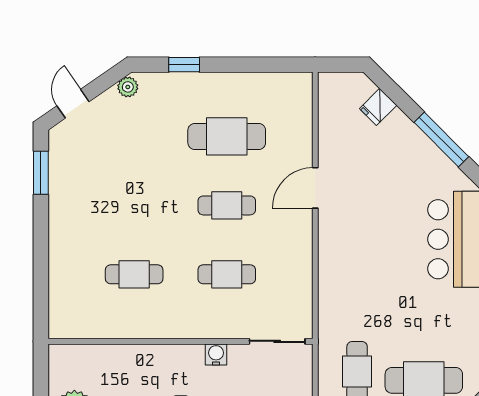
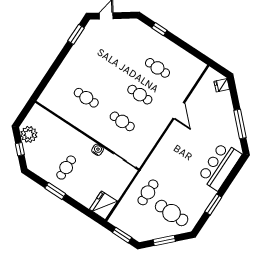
plant: (128, 87) -> (132, 23), removed
fridge: (378, 107) -> (222, 85), moved
cafe table: (227, 136) -> (157, 68), width x0.73, depth x0.74
door: (315, 188) -> (179, 111), swing flipped

